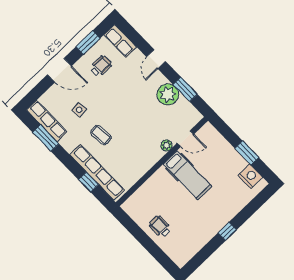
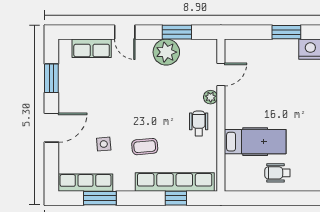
row of seats: (120, 41) -> (92, 48), moved
wheelchair: (101, 66) -> (199, 123), moved
hospital bed: (187, 175) -> (255, 142), moved

